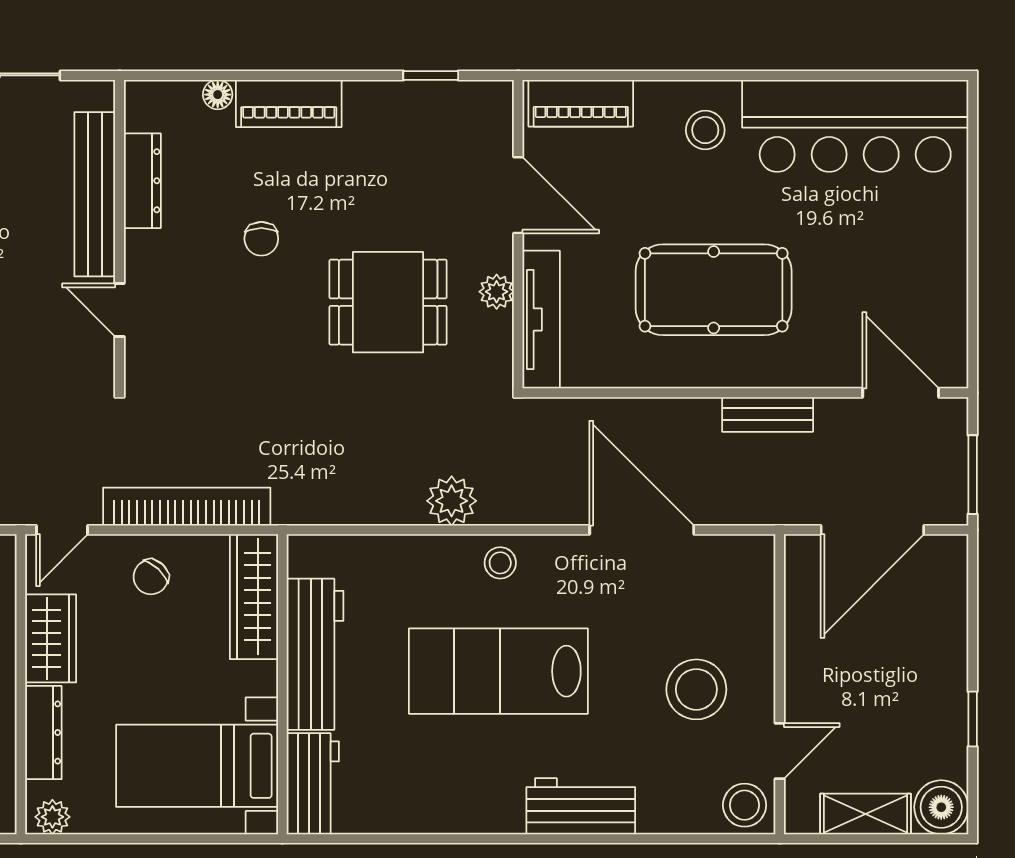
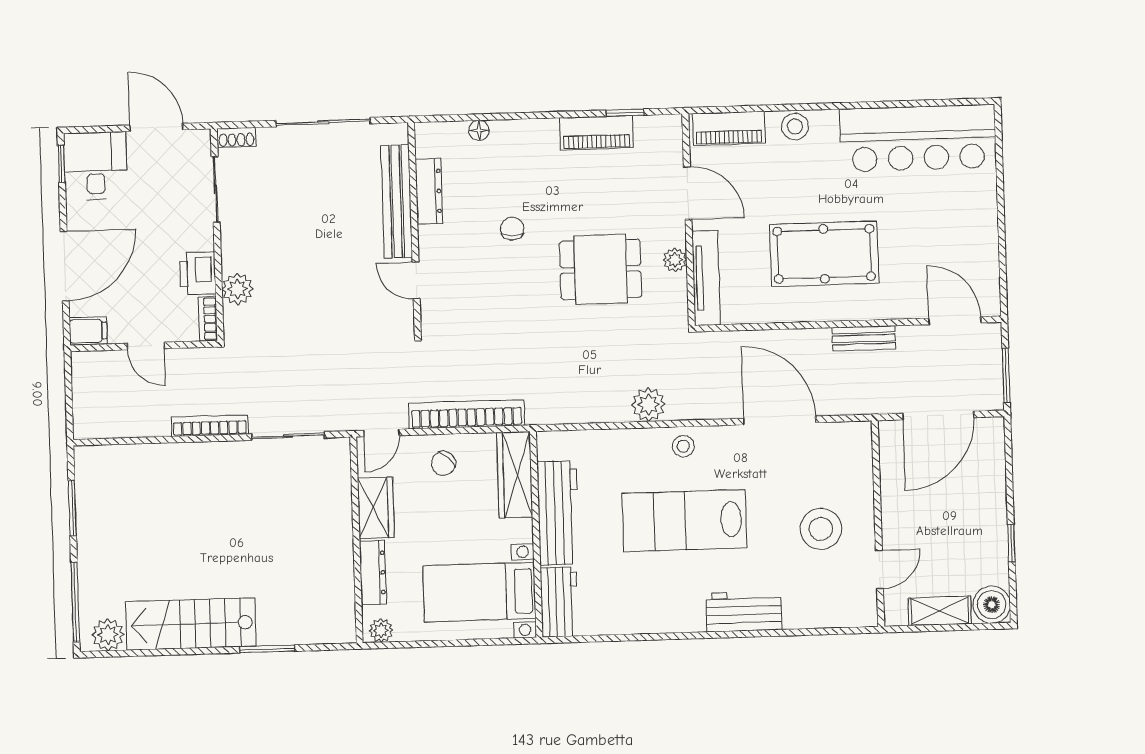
piano: (289, 103) -> (596, 133), moved
stool: (705, 130) -> (795, 126), moved
chair: (261, 239) -> (512, 229), turned 180
stool: (745, 805) -> (856, 607), removed

